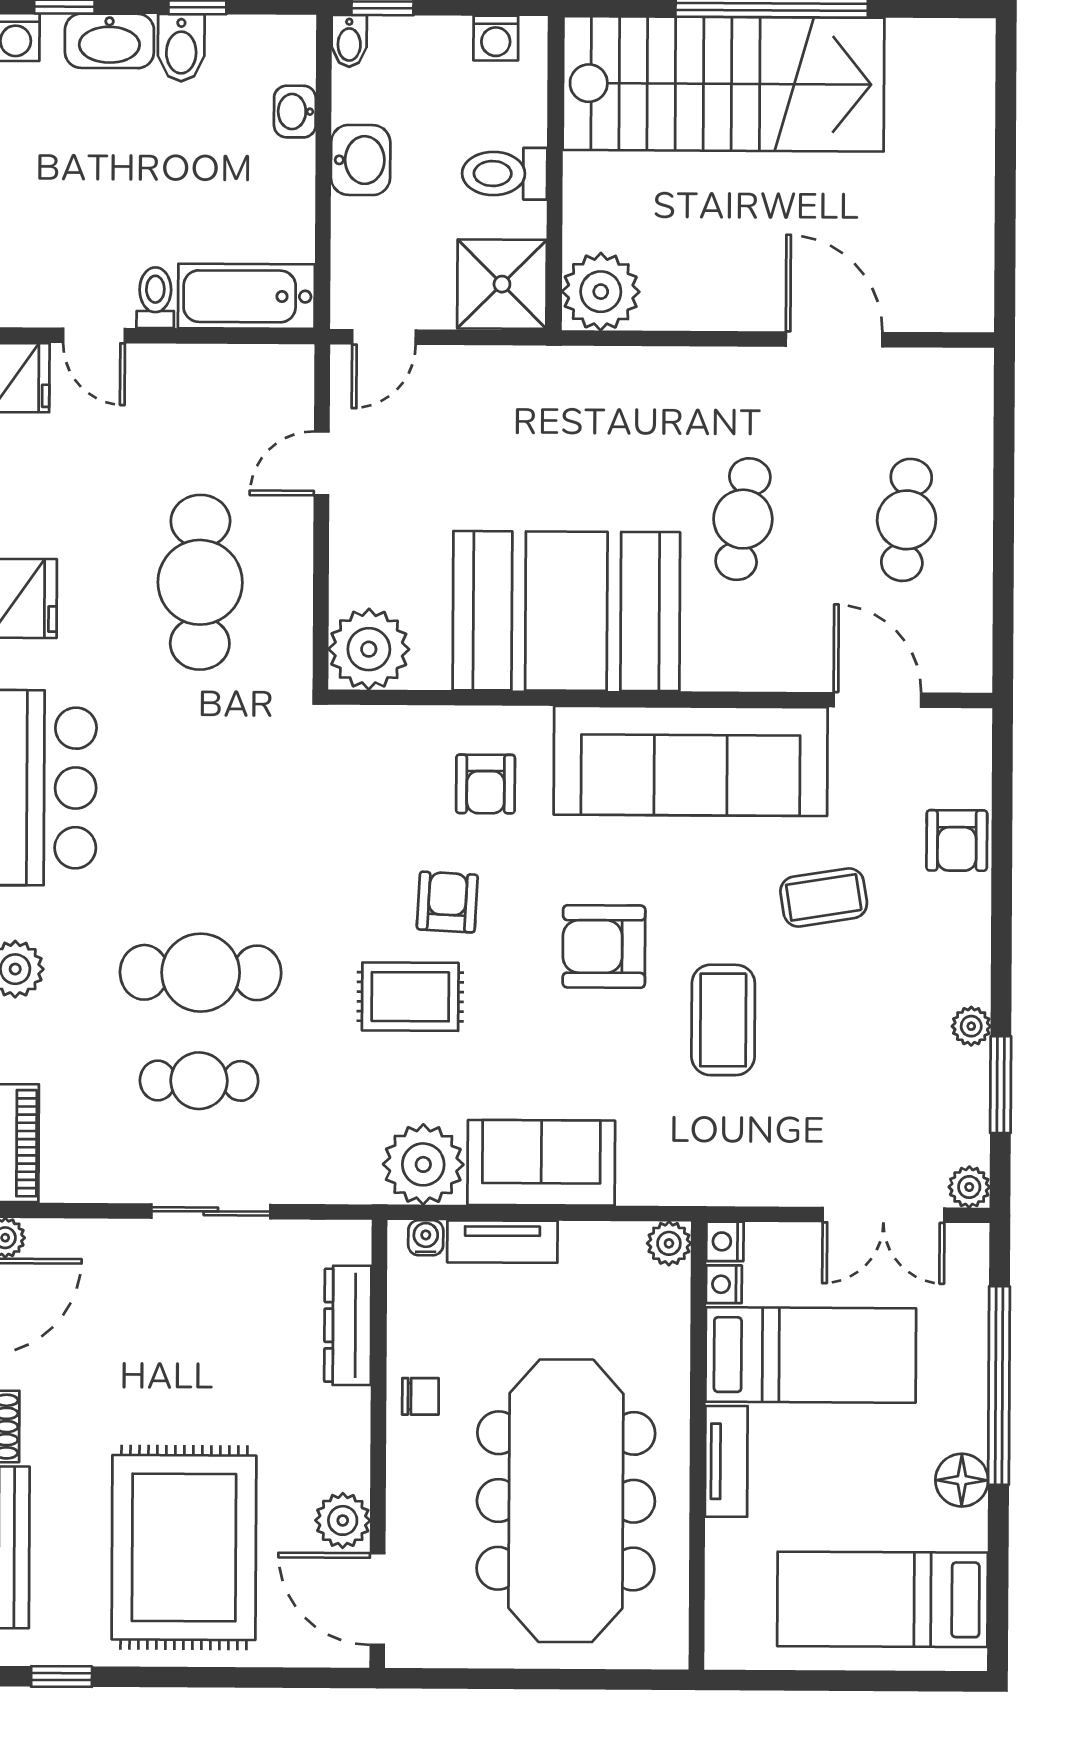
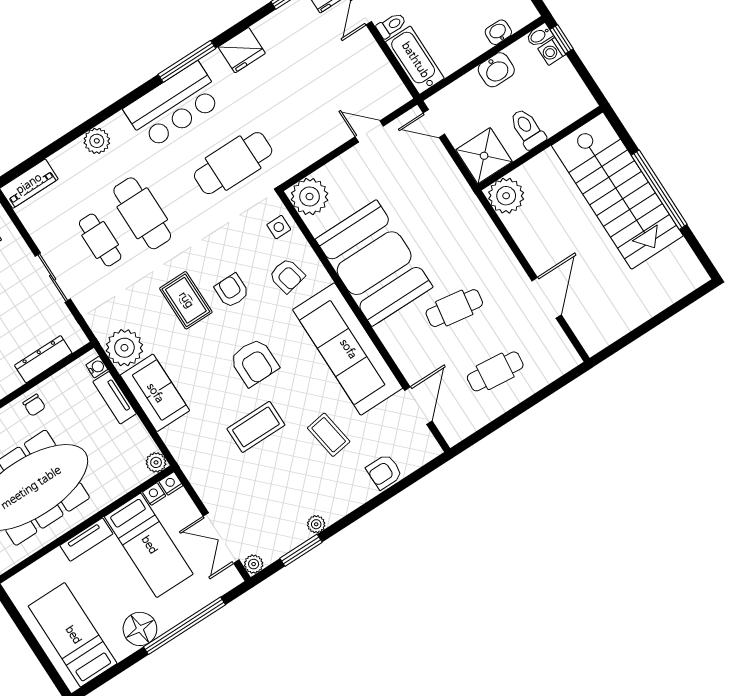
washing machine: (496, 38) -> (552, 51), moved
cafe table: (200, 582) -> (233, 163), moved
side table: (388, 741) -> (279, 227), added
armchair: (486, 784) -> (287, 276), turned -102
armchair: (447, 902) -> (232, 291), turned -93
armchair: (604, 946) -> (254, 362), turned 180
floor lamp: (962, 1480) -> (140, 629), width x1.38, depth x1.38

